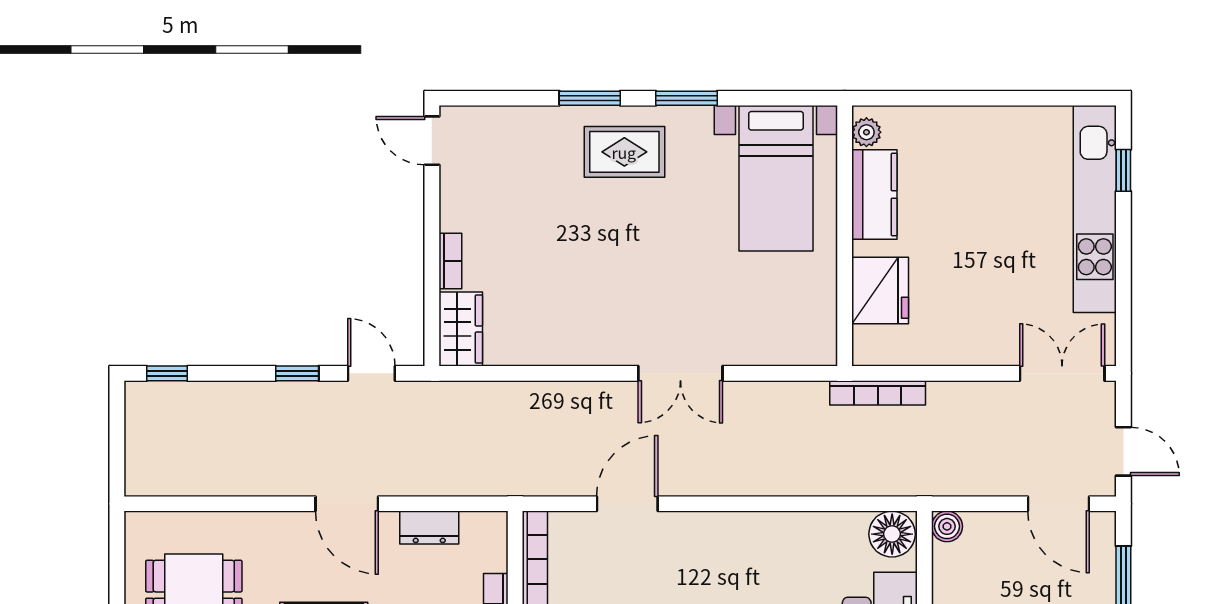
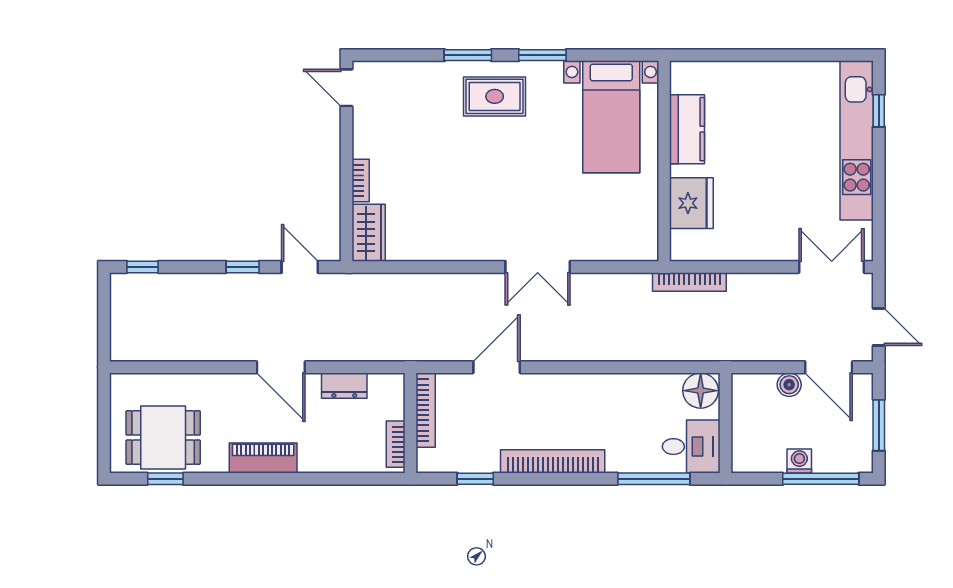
plant: (866, 132) -> (681, 81), removed
boiler: (947, 526) -> (789, 385), moved

